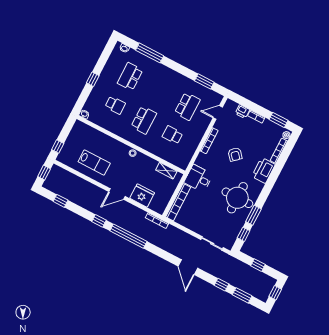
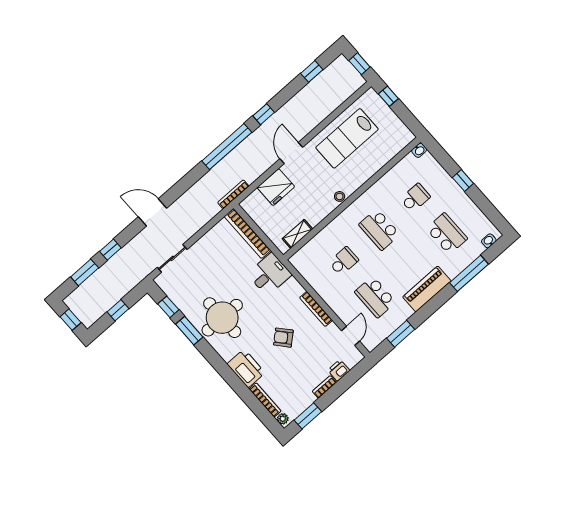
piano: (170, 76) -> (427, 289), added
school desk: (115, 105) -> (415, 198), turned 180
lab bench: (94, 162) -> (347, 138), width x1.36, depth x1.39

